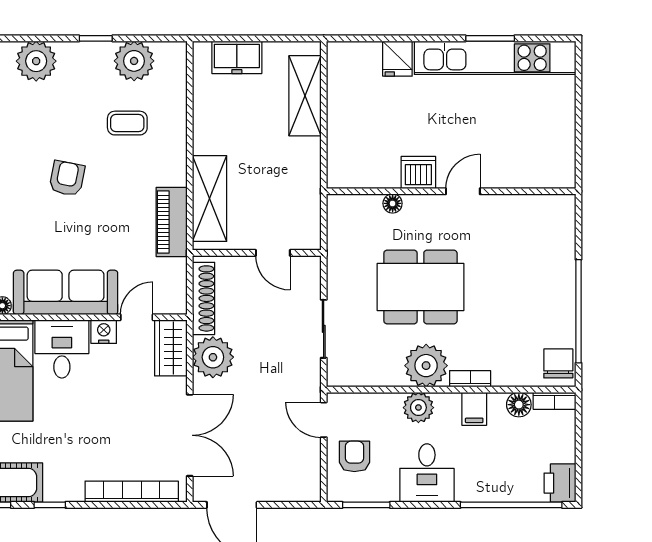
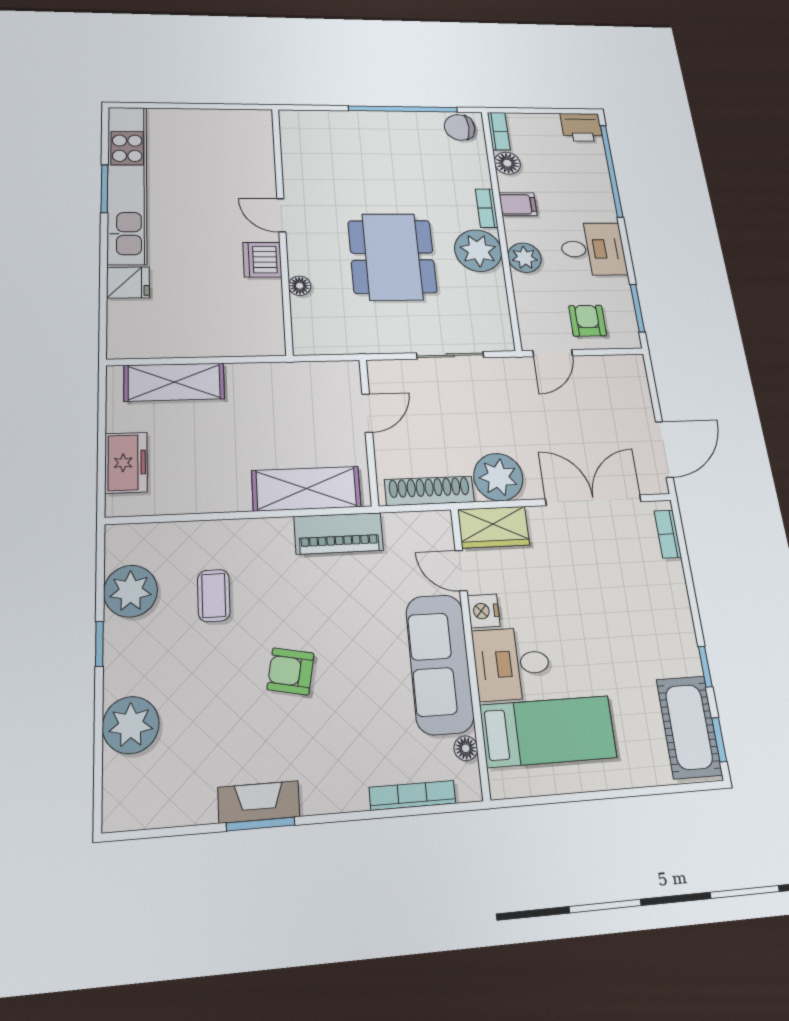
armchair: (354, 456) -> (588, 321), turned 90
bookcase: (132, 492) -> (668, 534), width x0.43, depth x0.76

